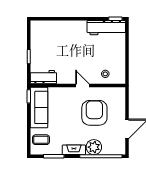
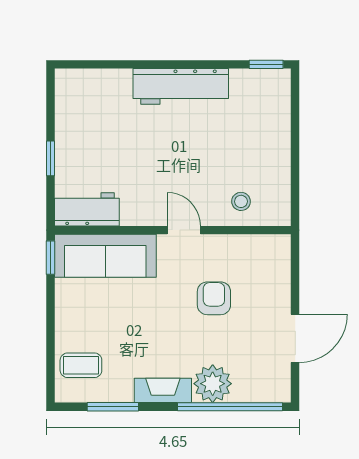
workbench: (106, 28) -> (181, 86), moved
sofa: (39, 107) -> (105, 256), moved, turned 90
armchair: (94, 113) -> (214, 298), width x0.53, depth x0.53

